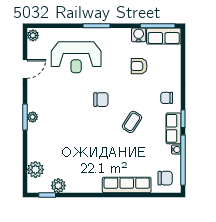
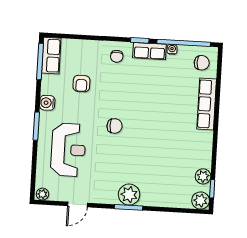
water cooler: (139, 35) -> (47, 103), moved
door: (25, 69) -> (77, 204), swing flipped
chair: (101, 100) -> (115, 126), turned 90
plant: (33, 117) -> (129, 195), width x1.88, depth x1.88
coffee table: (132, 122) -> (140, 95), removed
plant: (35, 170) -> (201, 201), moved
chair: (165, 178) -> (202, 63), turned 90

